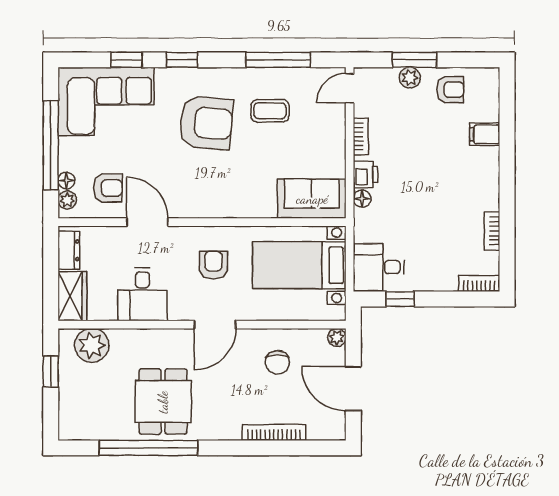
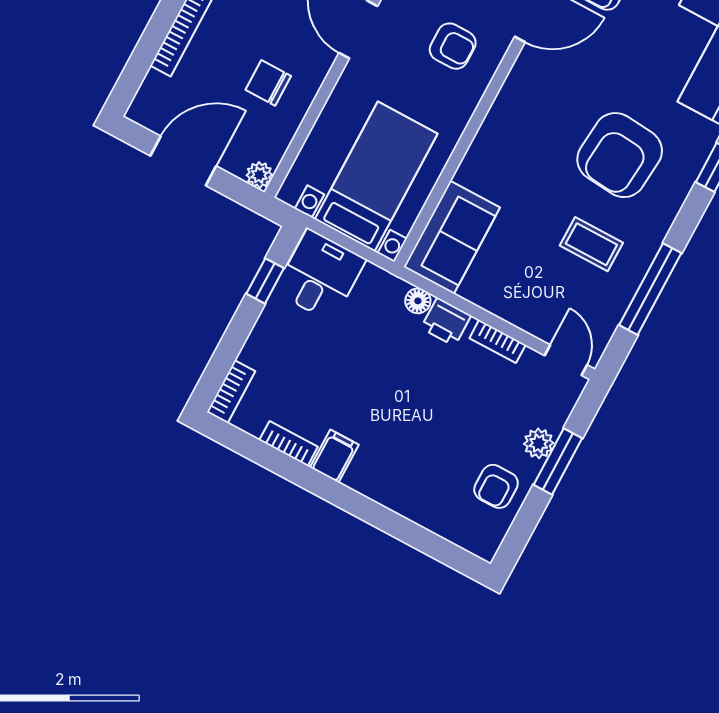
coffee table: (270, 111) -> (591, 244), turned 90
filing cabinet: (485, 134) -> (334, 456), moved
armchair: (213, 265) -> (453, 46), moved

